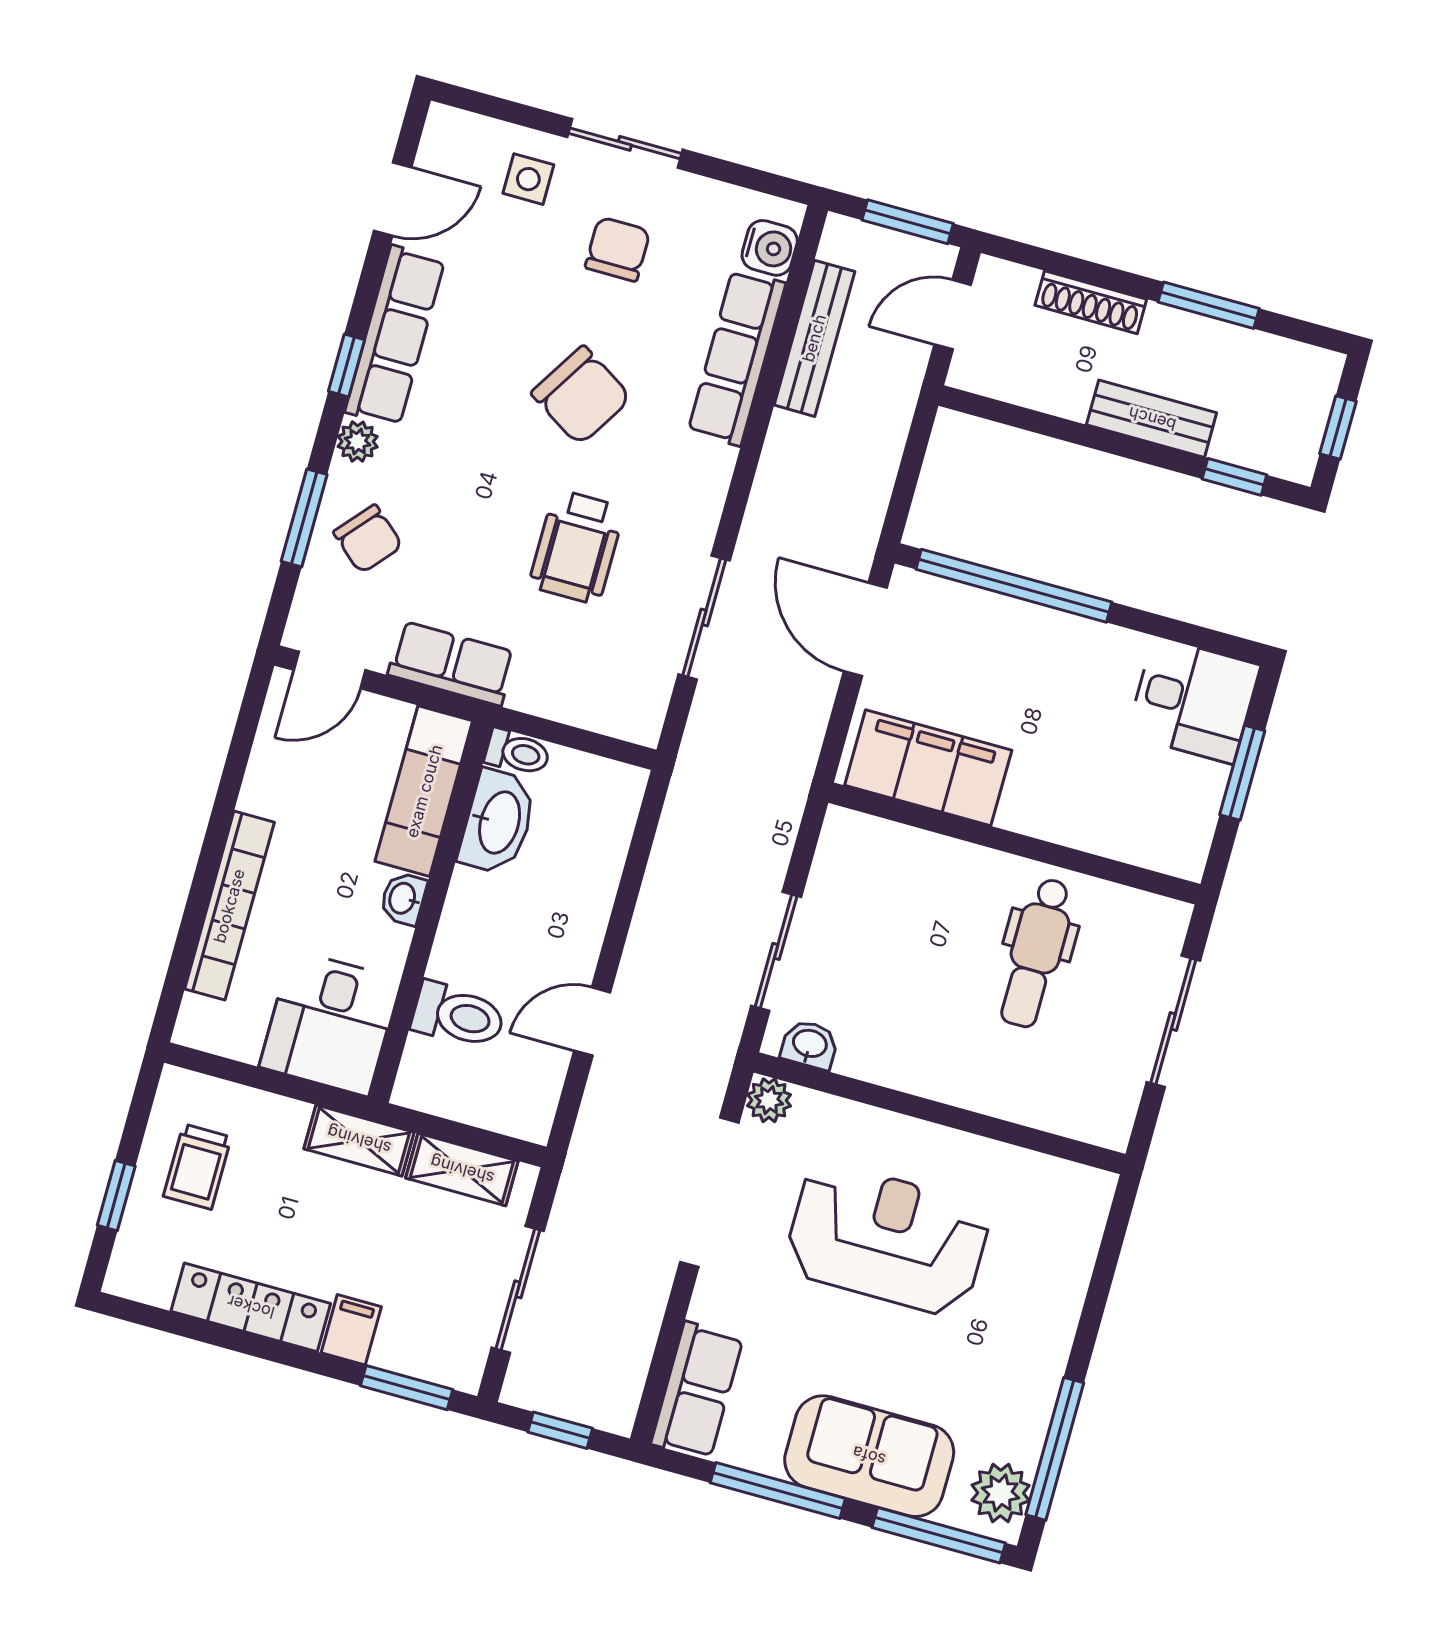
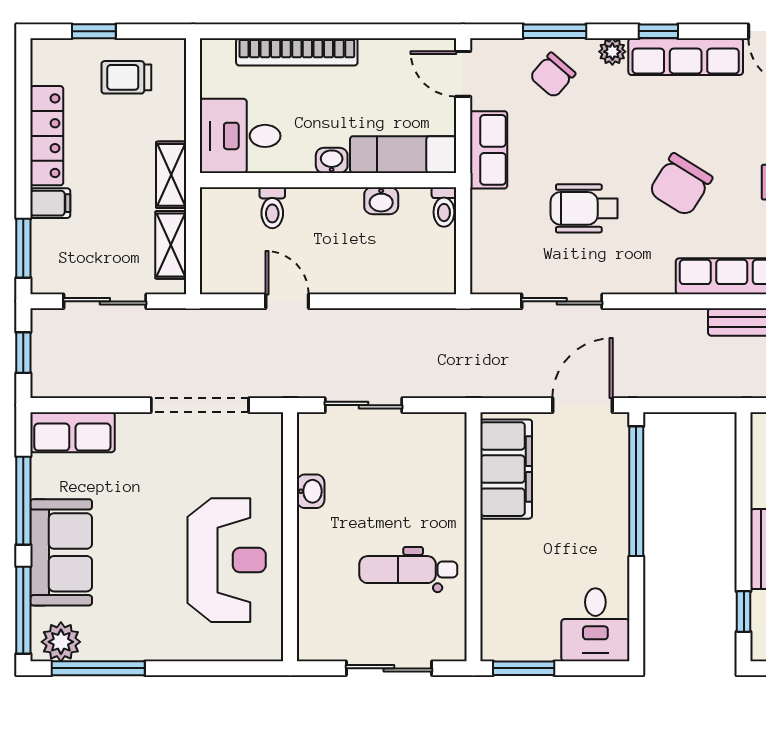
window: (1242, 773) -> (524, 668), moved
washbasin: (498, 822) -> (381, 201), width x0.52, depth x0.69
toilet: (458, 1015) -> (272, 208), width x0.73, depth x0.72
washbasin: (810, 1045) -> (311, 491), moved
plant: (769, 1100) -> (268, 427), removed
reception desk: (887, 1239) -> (227, 560), moved

